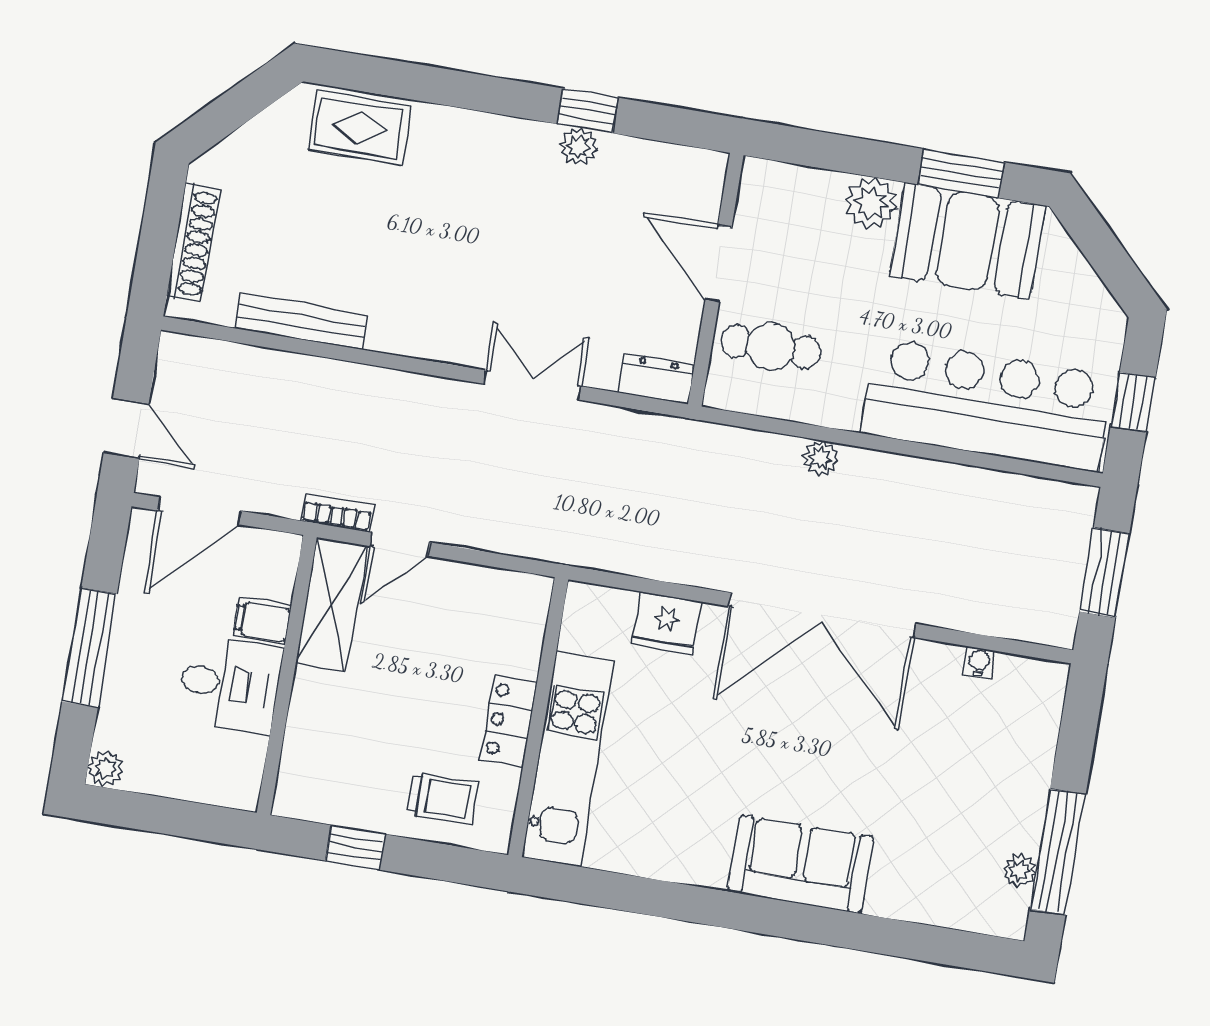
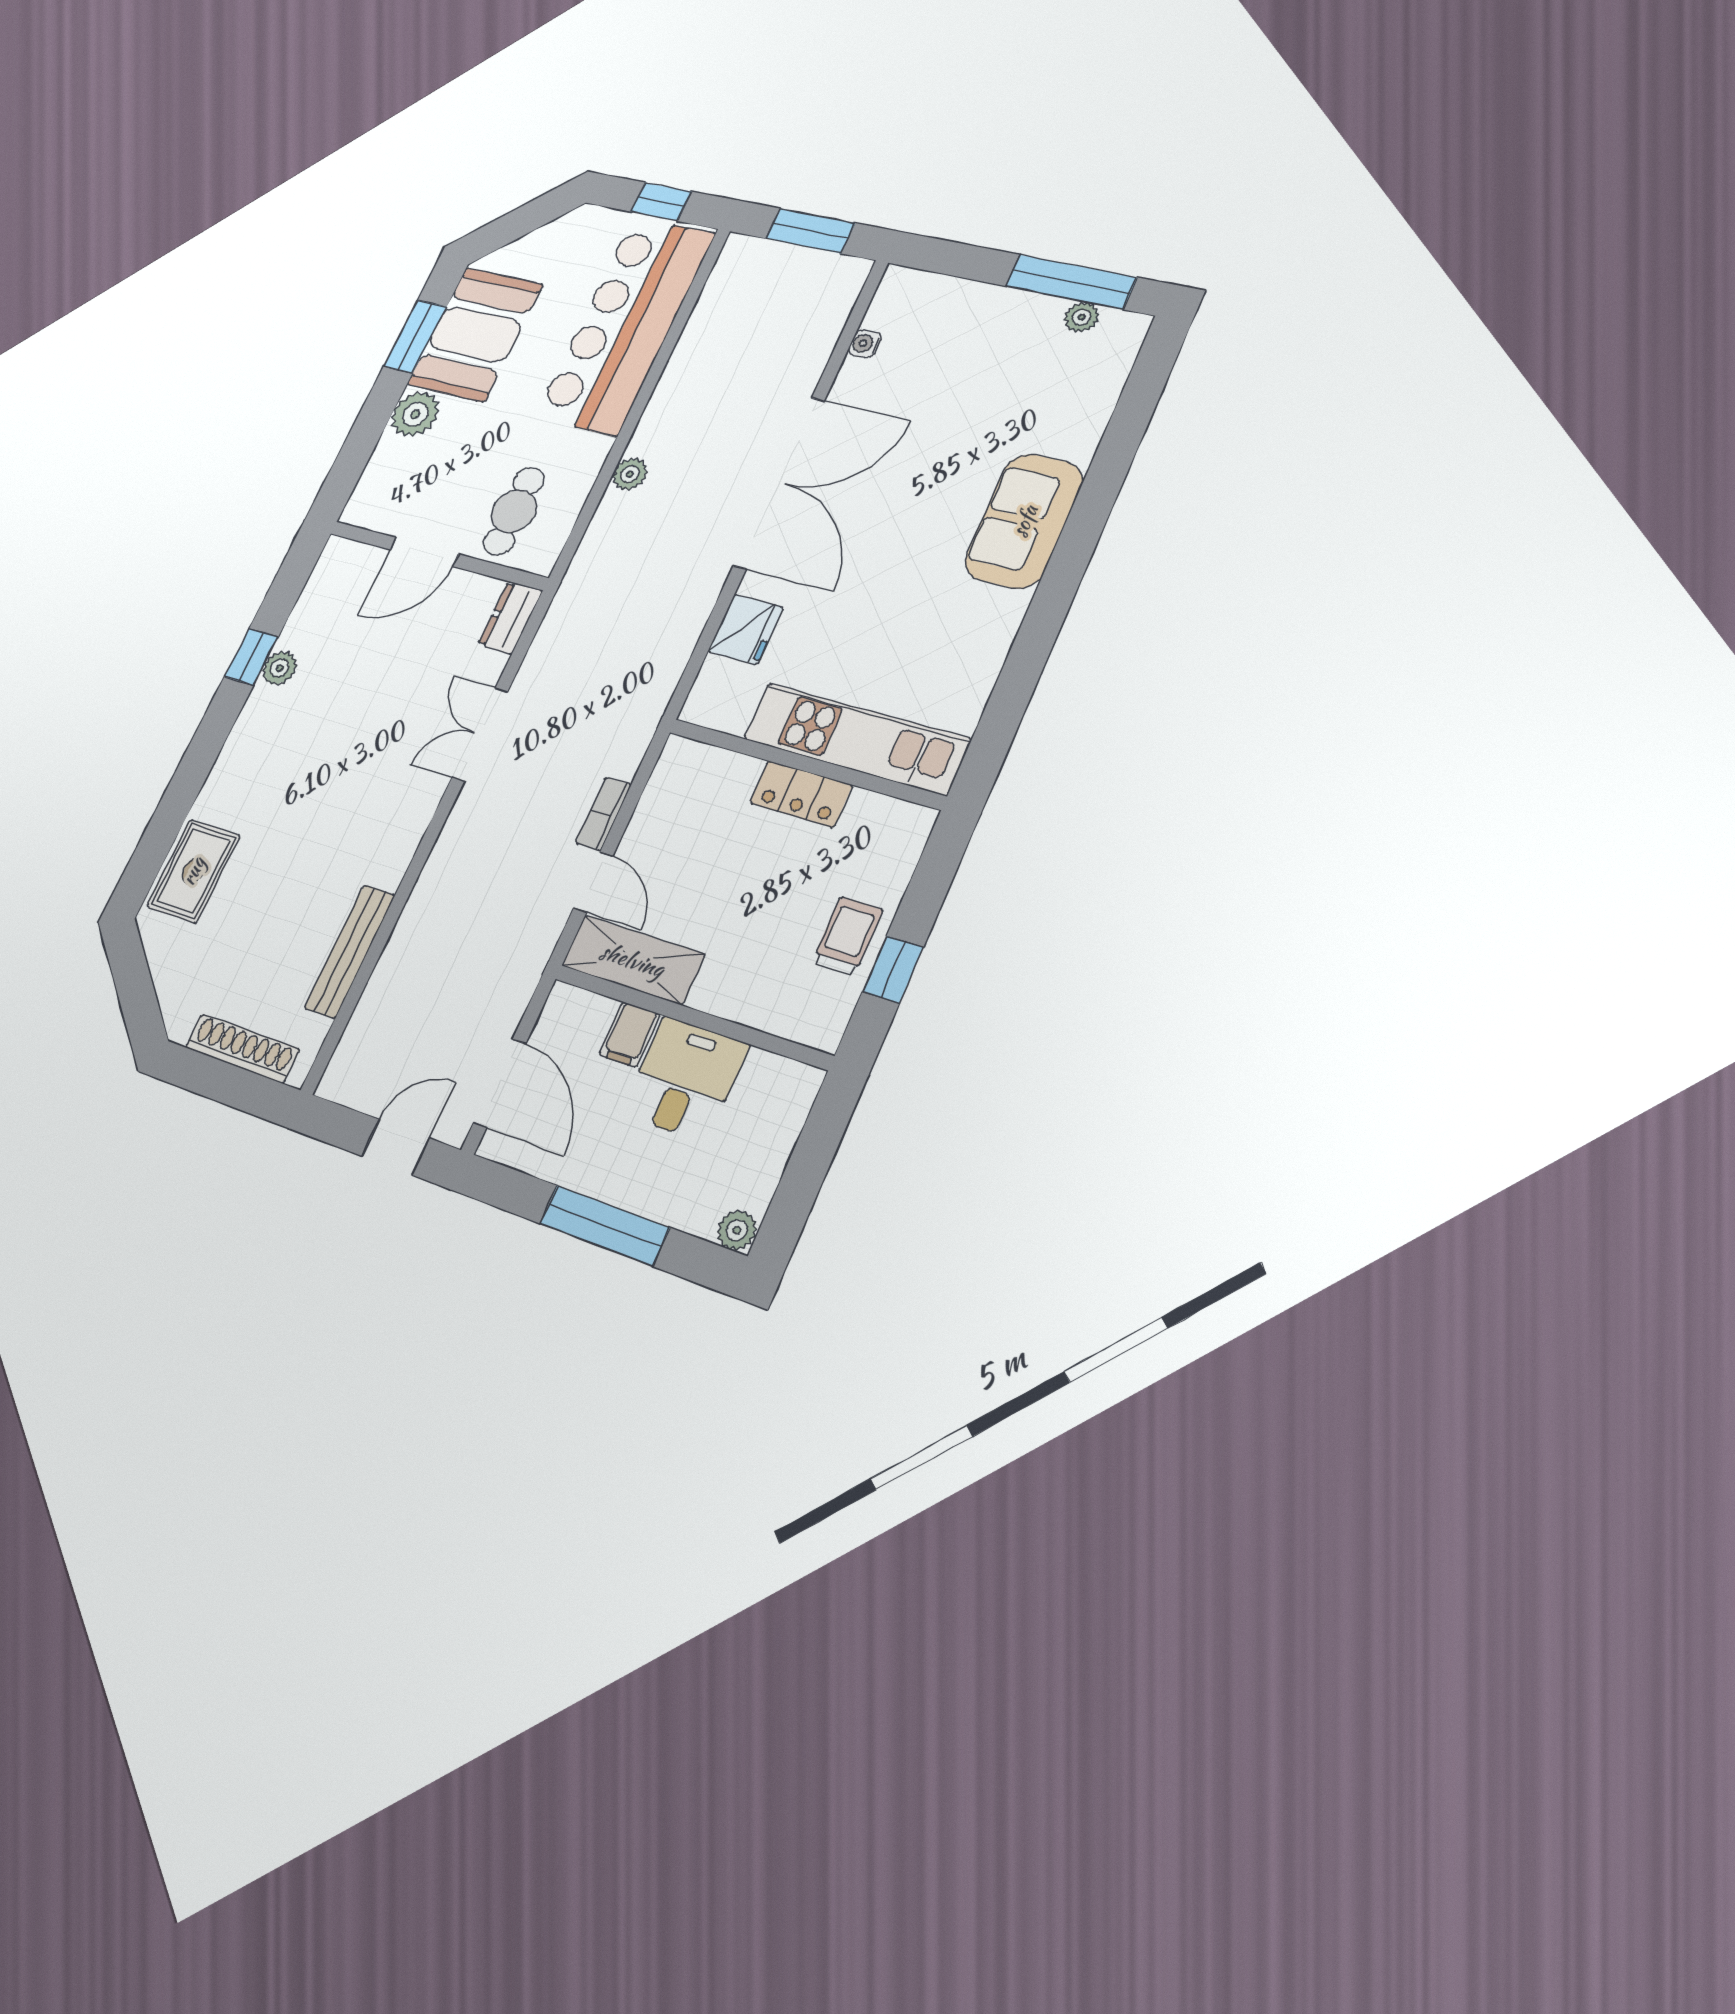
bookcase: (337, 513) -> (603, 814), moved
trolley: (443, 798) -> (848, 936), moved

